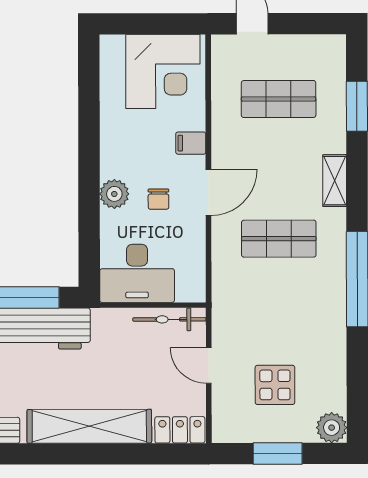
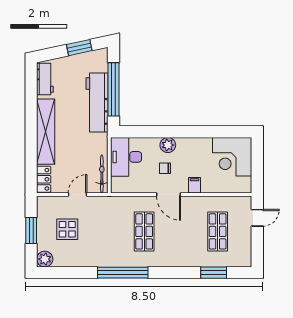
corner desk: (163, 72) -> (232, 157), moved
shelving: (335, 181) -> (175, 261), removed

